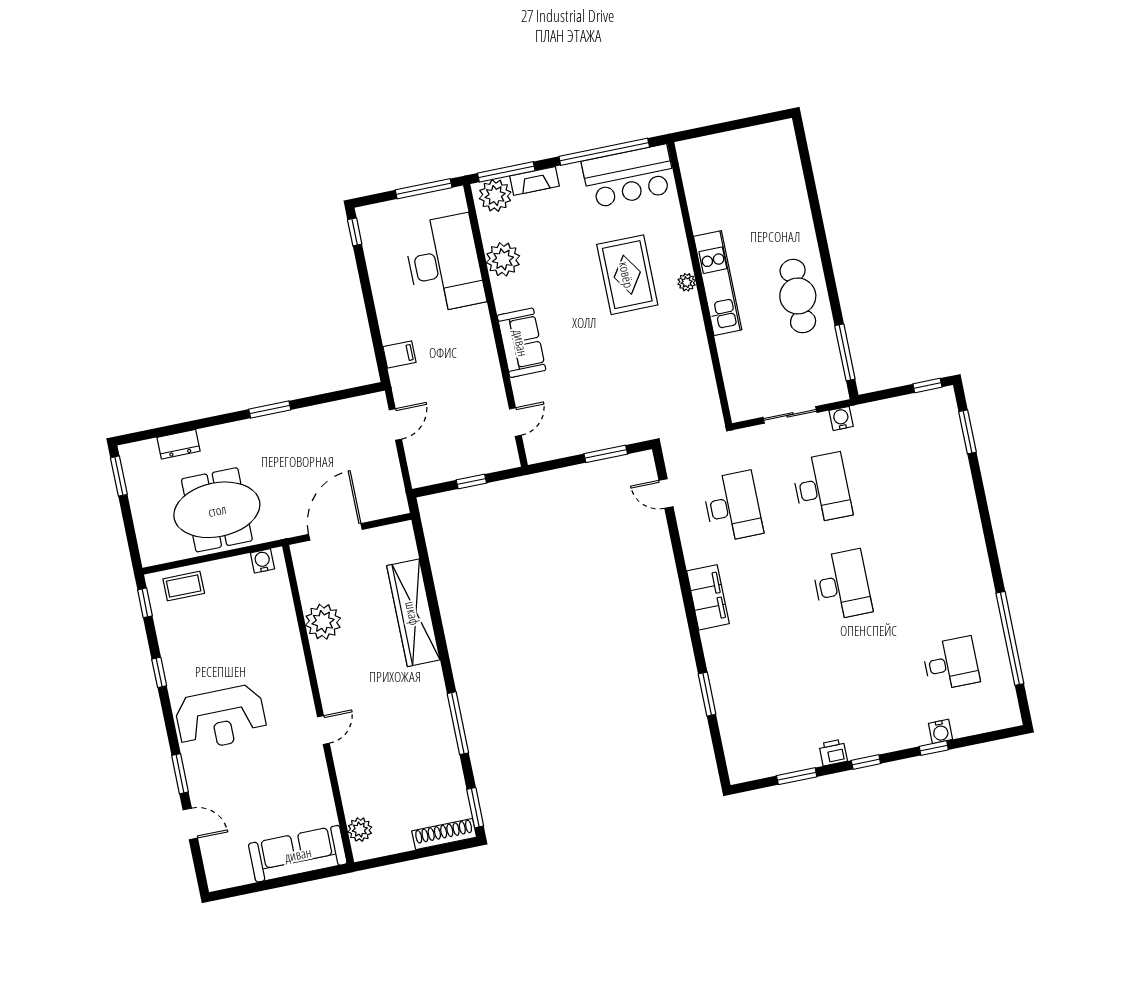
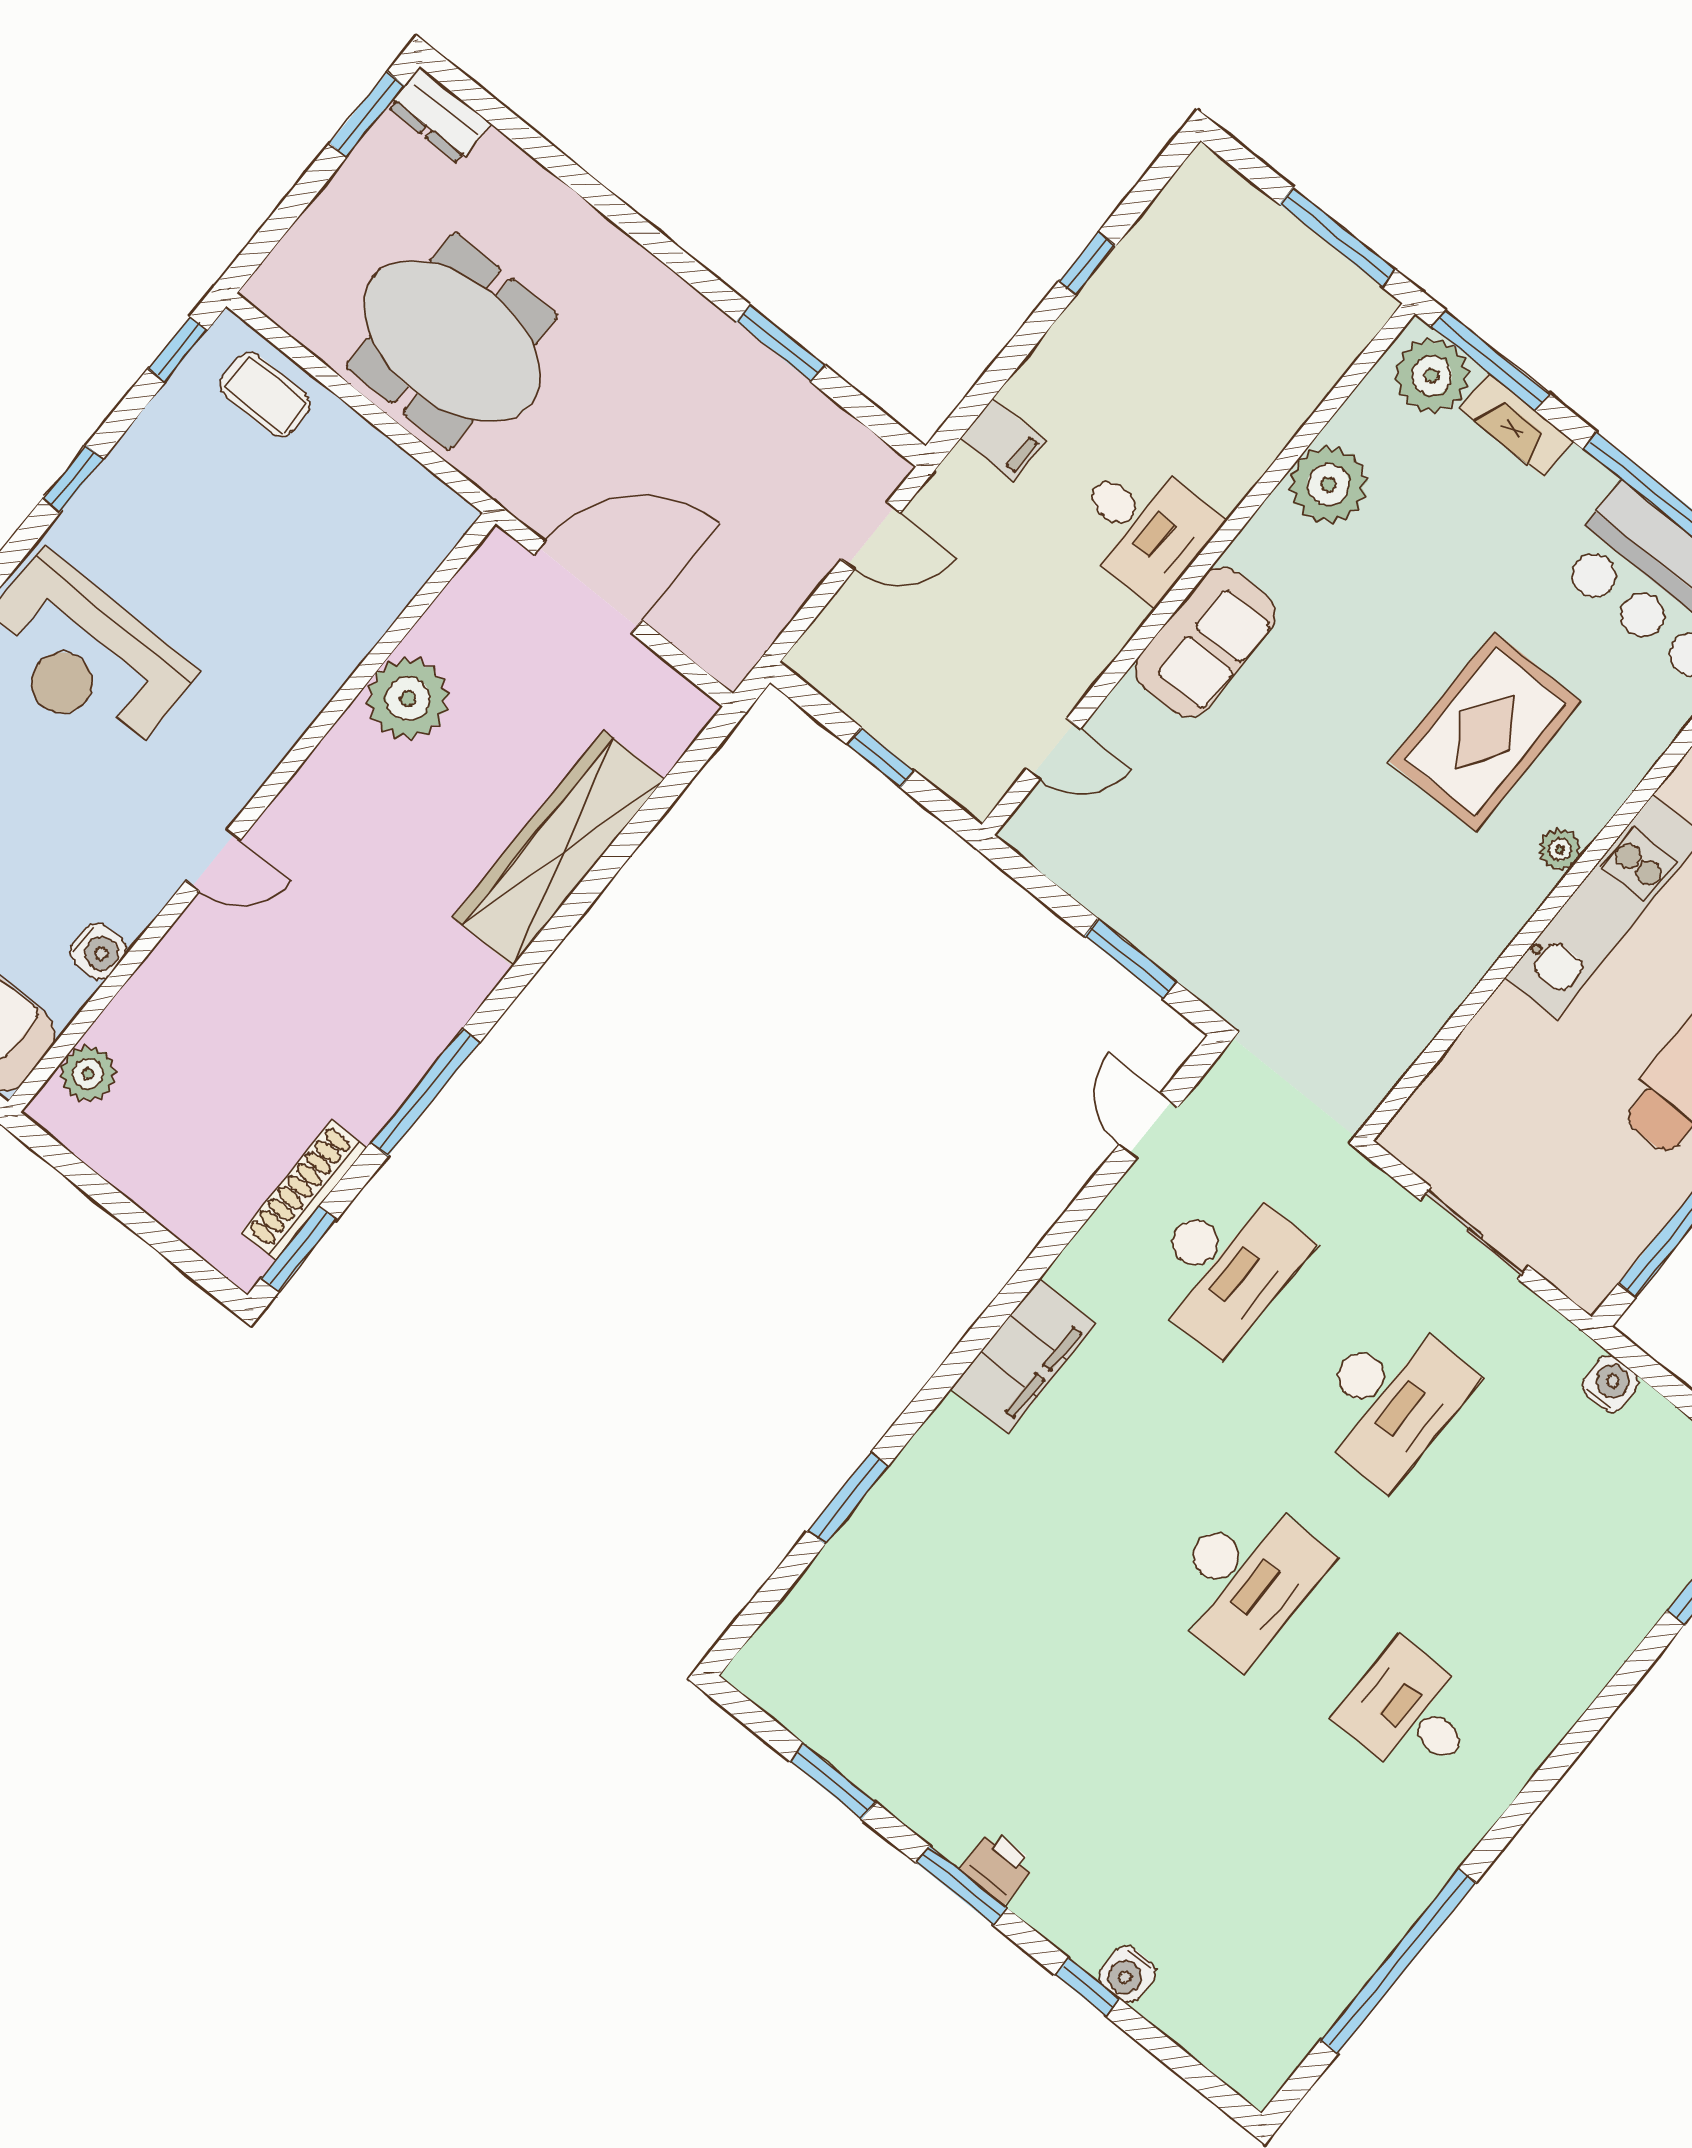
window: (355, 232) -> (1087, 264), moved
desk: (444, 264) -> (1143, 526), moved, width x0.53, depth x0.77
window: (270, 409) -> (781, 343), moved
water cooler: (841, 418) -> (1610, 1384), moved
dresser: (179, 444) -> (440, 115), moved
water cooler: (262, 561) -> (99, 951), moved, turned 90
desk: (951, 664) -> (1410, 1713), moved, turned 180
printer: (833, 752) -> (998, 1867), moved
window: (866, 762) -> (962, 1885), width x1.50
shoe rack: (444, 834) -> (304, 1190), moved, turned -90

